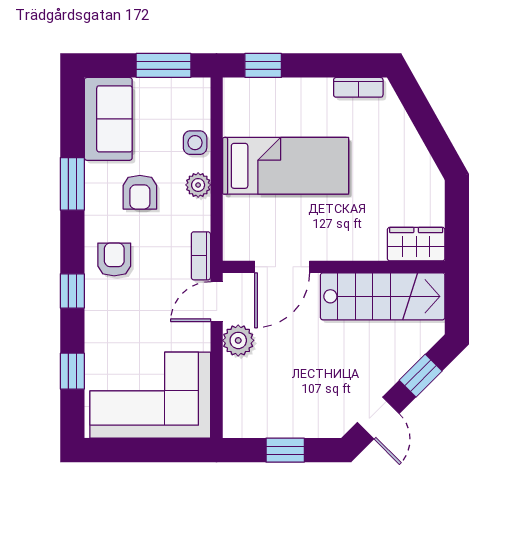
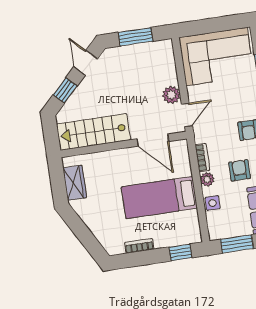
bookcase: (358, 87) -> (139, 246), moved
wardrobe: (416, 244) -> (75, 183), moved, turned -90
bookcase: (201, 256) -> (202, 158), moved
door: (282, 267) -> (153, 140), swing flipped
window: (285, 450) -> (136, 37), width x1.50

